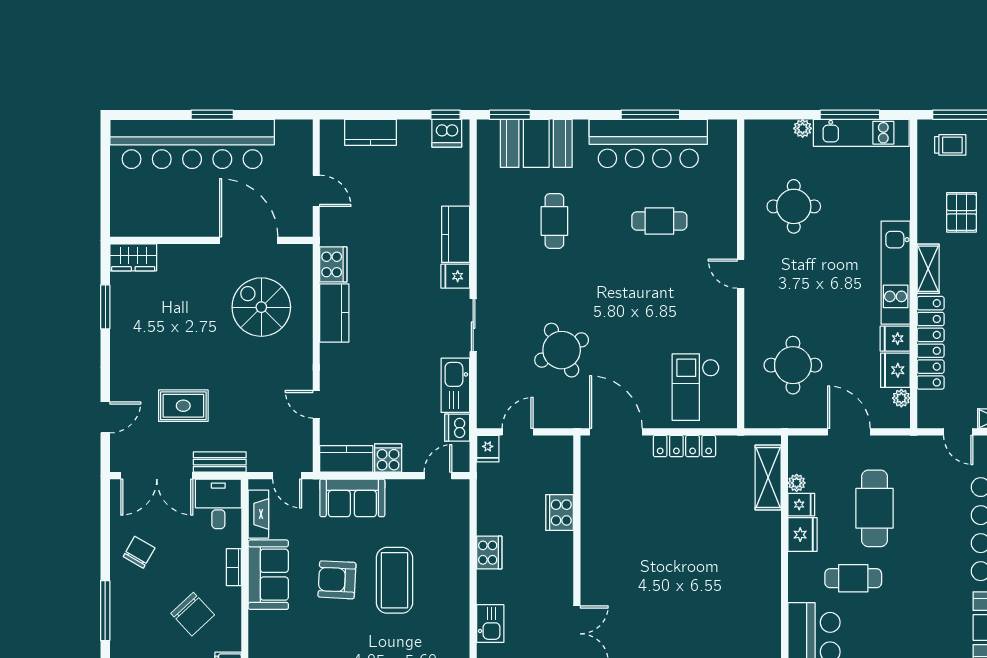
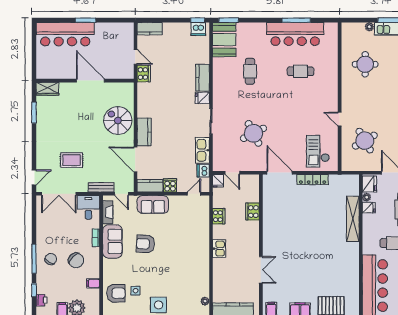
kitchen counter: (371, 132) -> (150, 29), moved
booth: (536, 143) -> (224, 40), moved, turned 90
bar counter: (192, 144) -> (65, 34), width x0.73
door: (249, 240) -> (90, 81), moved
cooker: (333, 264) -> (144, 74), moved
door: (741, 274) -> (340, 119), moved
spiral stairs: (261, 307) -> (118, 121), moved
kitchen counter: (334, 313) -> (144, 132), moved
round table: (793, 365) -> (365, 141), turned -30
door: (316, 404) -> (135, 159), width x1.87
door: (105, 417) -> (34, 177), moved
door: (518, 432) -> (232, 173), swing flipped
bench: (220, 462) -> (101, 187), moved
shelving: (768, 478) -> (353, 219), moved, width x1.47
fridge: (803, 535) -> (369, 184), moved
chair: (139, 552) -> (51, 259), moved
cooker: (489, 553) -> (219, 216), moved
coffee table: (394, 580) -> (173, 244), removed
kitchen sink: (490, 624) -> (219, 249), moved

